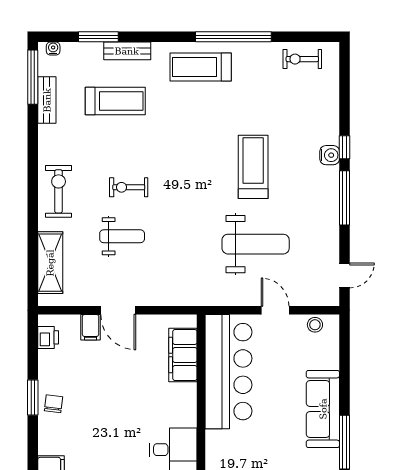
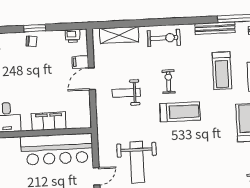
bench: (47, 100) -> (215, 28), width x1.36
treadmill: (253, 167) -> (180, 112), moved
weight bench: (122, 236) -> (126, 93), moved, turned 90
filing cabinet: (183, 355) -> (49, 121), moved

